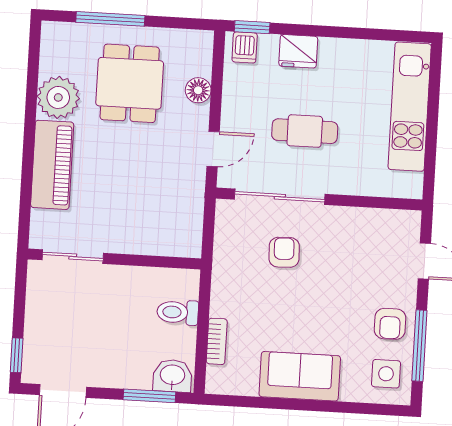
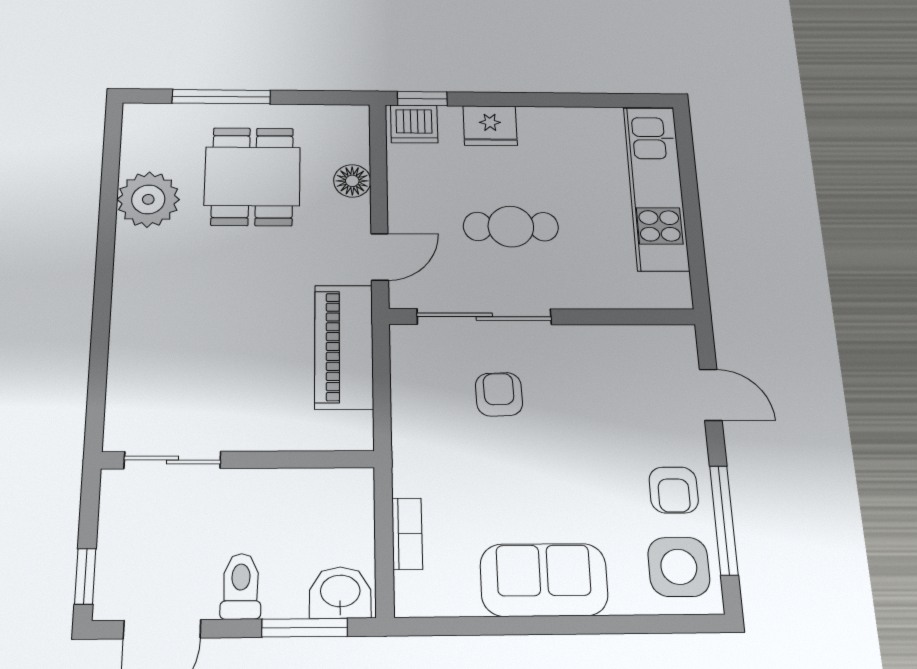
dishwasher: (245, 47) -> (414, 124), width x1.38
piano: (52, 165) -> (344, 346), moved, turned 180
sliding door: (73, 257) -> (173, 460), moved
wall: (114, 259) -> (238, 460), moved
toilet: (178, 312) -> (241, 586), moved, turned 90
side table: (386, 374) -> (679, 567), width x1.37, depth x1.37

